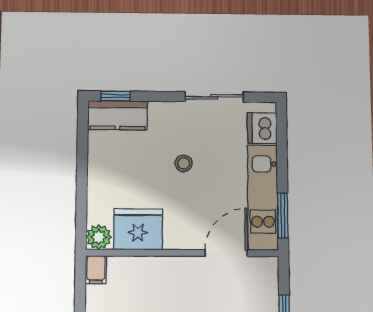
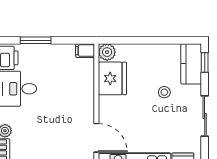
sliding door: (214, 97) -> (205, 116), moved
stool: (184, 163) -> (164, 92), moved

